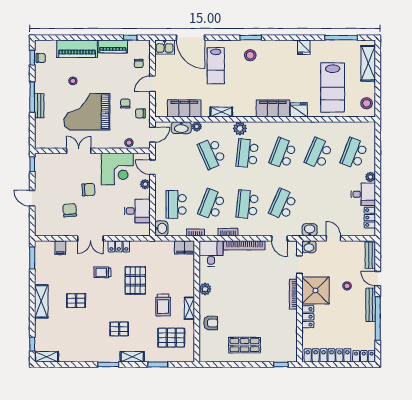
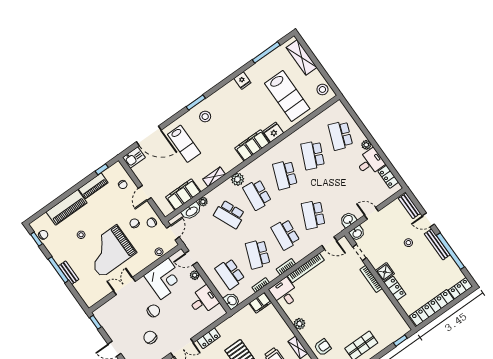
shower: (315, 290) -> (385, 272), width x0.54, depth x0.54

